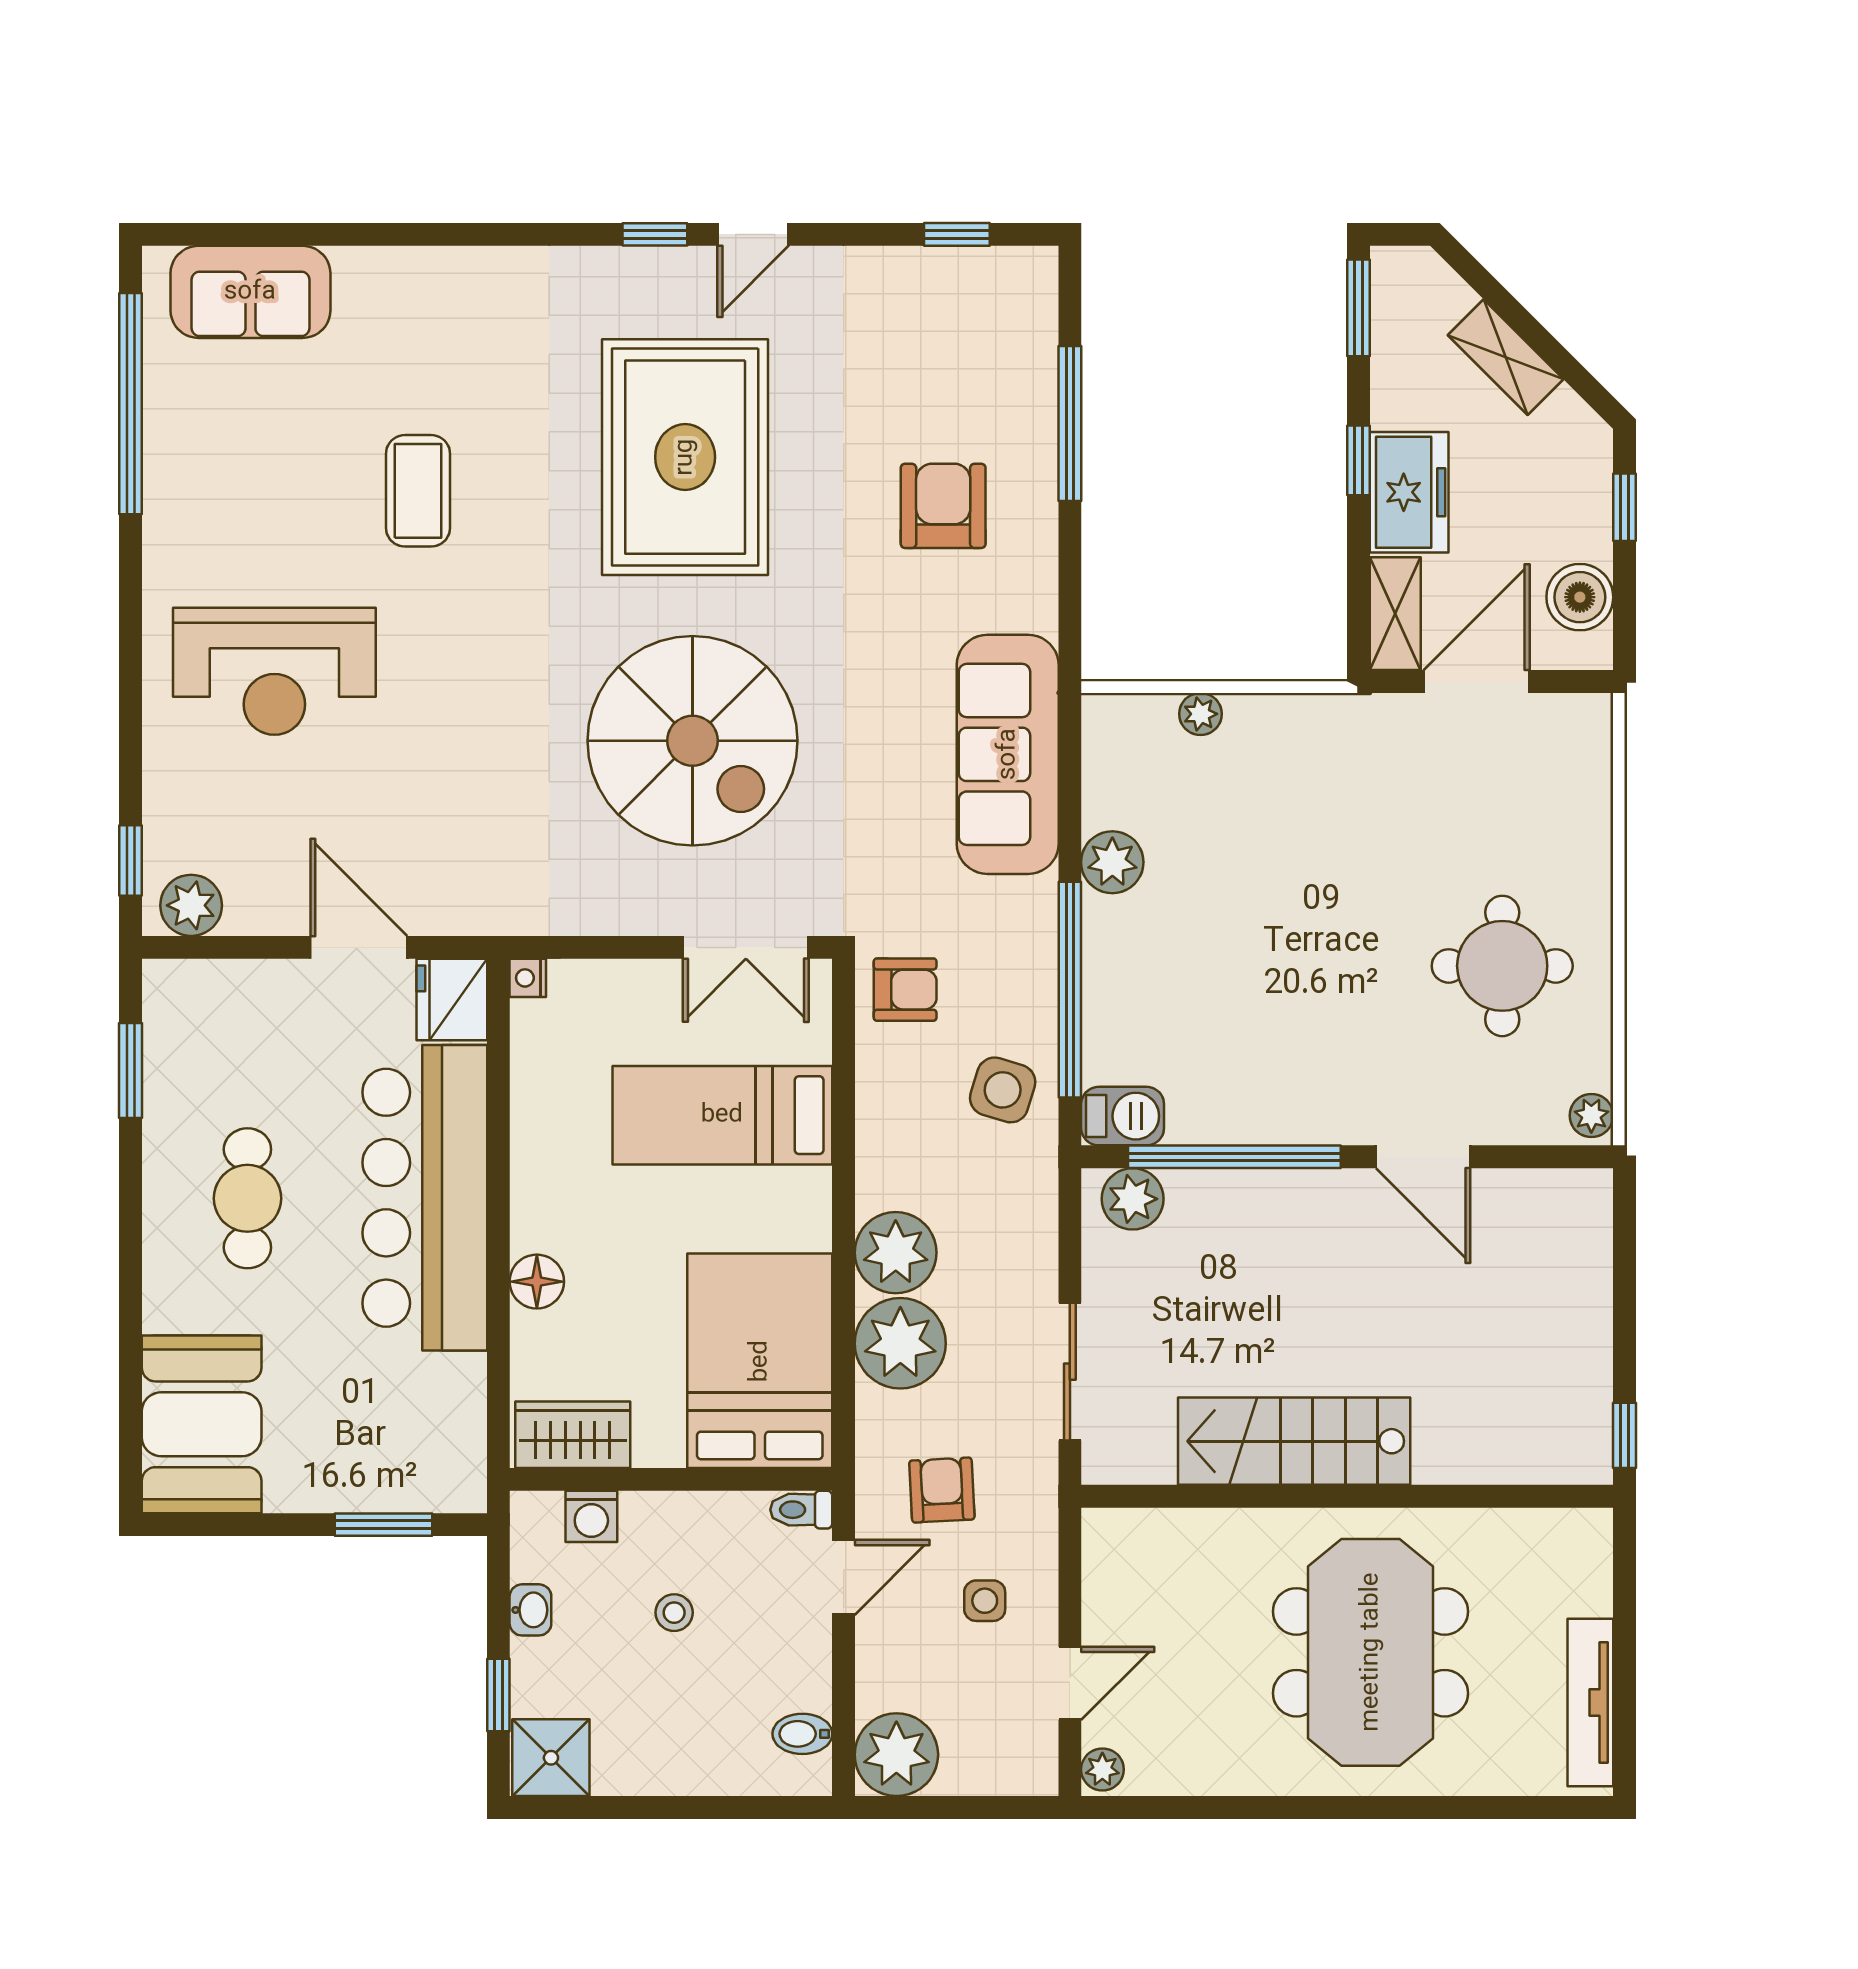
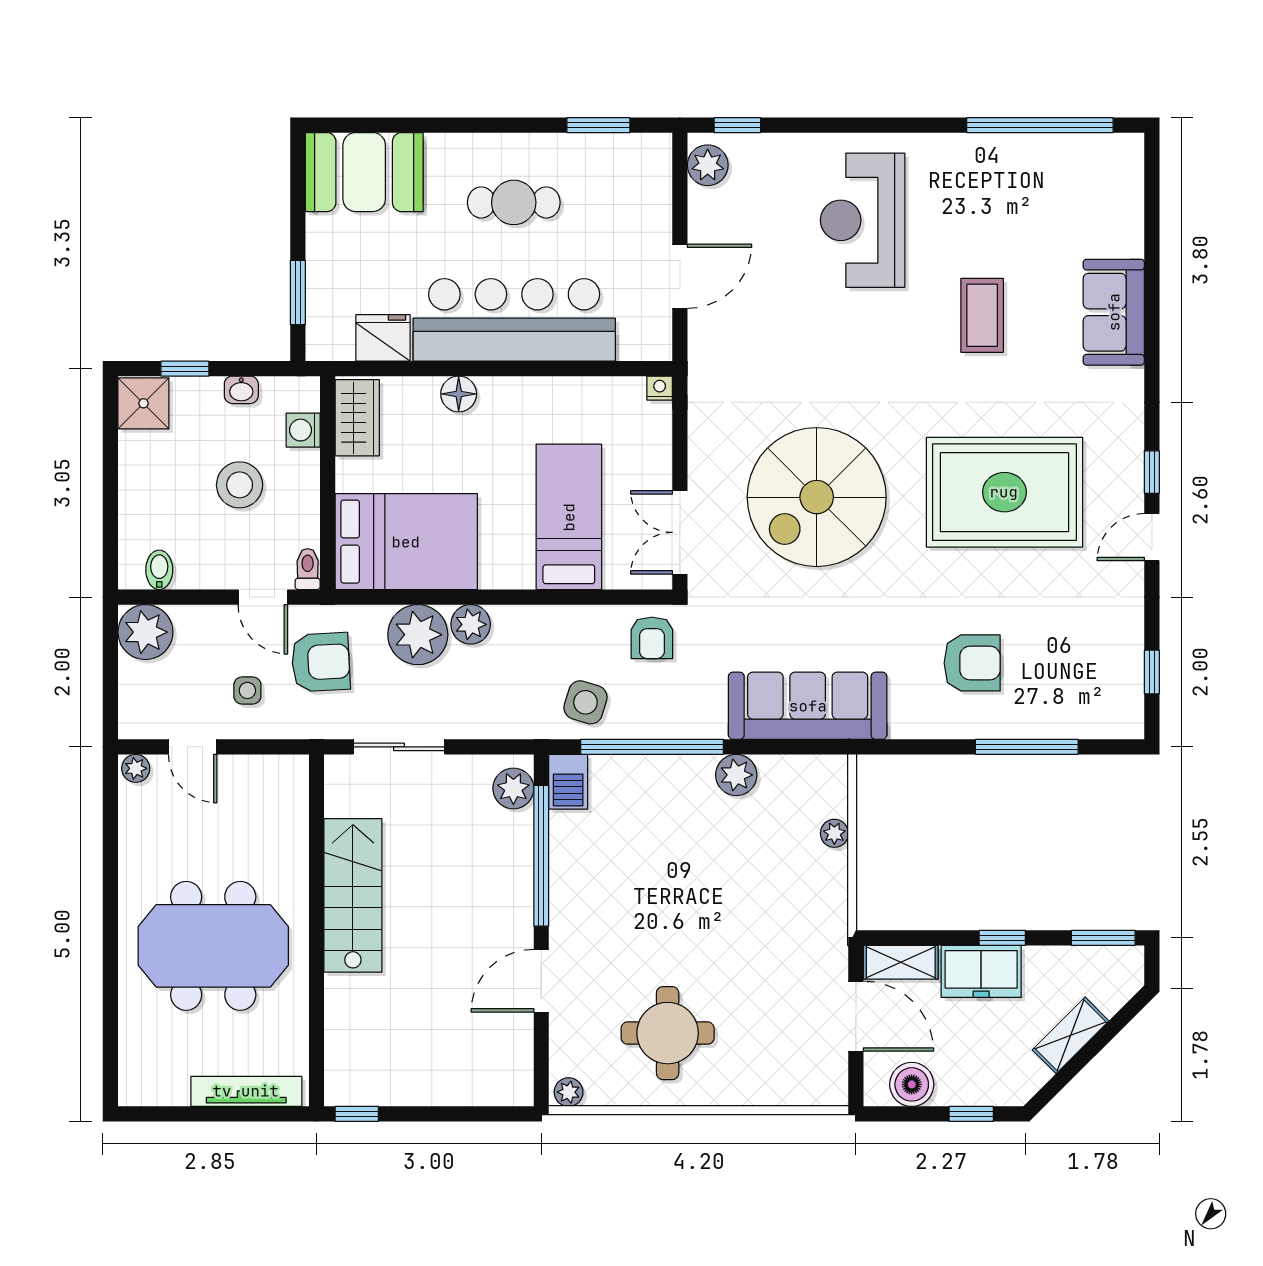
door: (753, 234) -> (1152, 537), hinge flipped
sofa: (250, 292) -> (1114, 312), moved
coffee table: (418, 491) -> (982, 315), turned 90
fridge: (452, 1000) -> (383, 338), moved
plant: (896, 1253) -> (471, 624), width x0.73, depth x0.73
armchair: (942, 1490) -> (321, 662), width x1.38, depth x1.38
stool: (674, 1613) -> (240, 485), width x1.89, depth x1.89
tv unit: (1590, 1703) -> (246, 1091), moved

